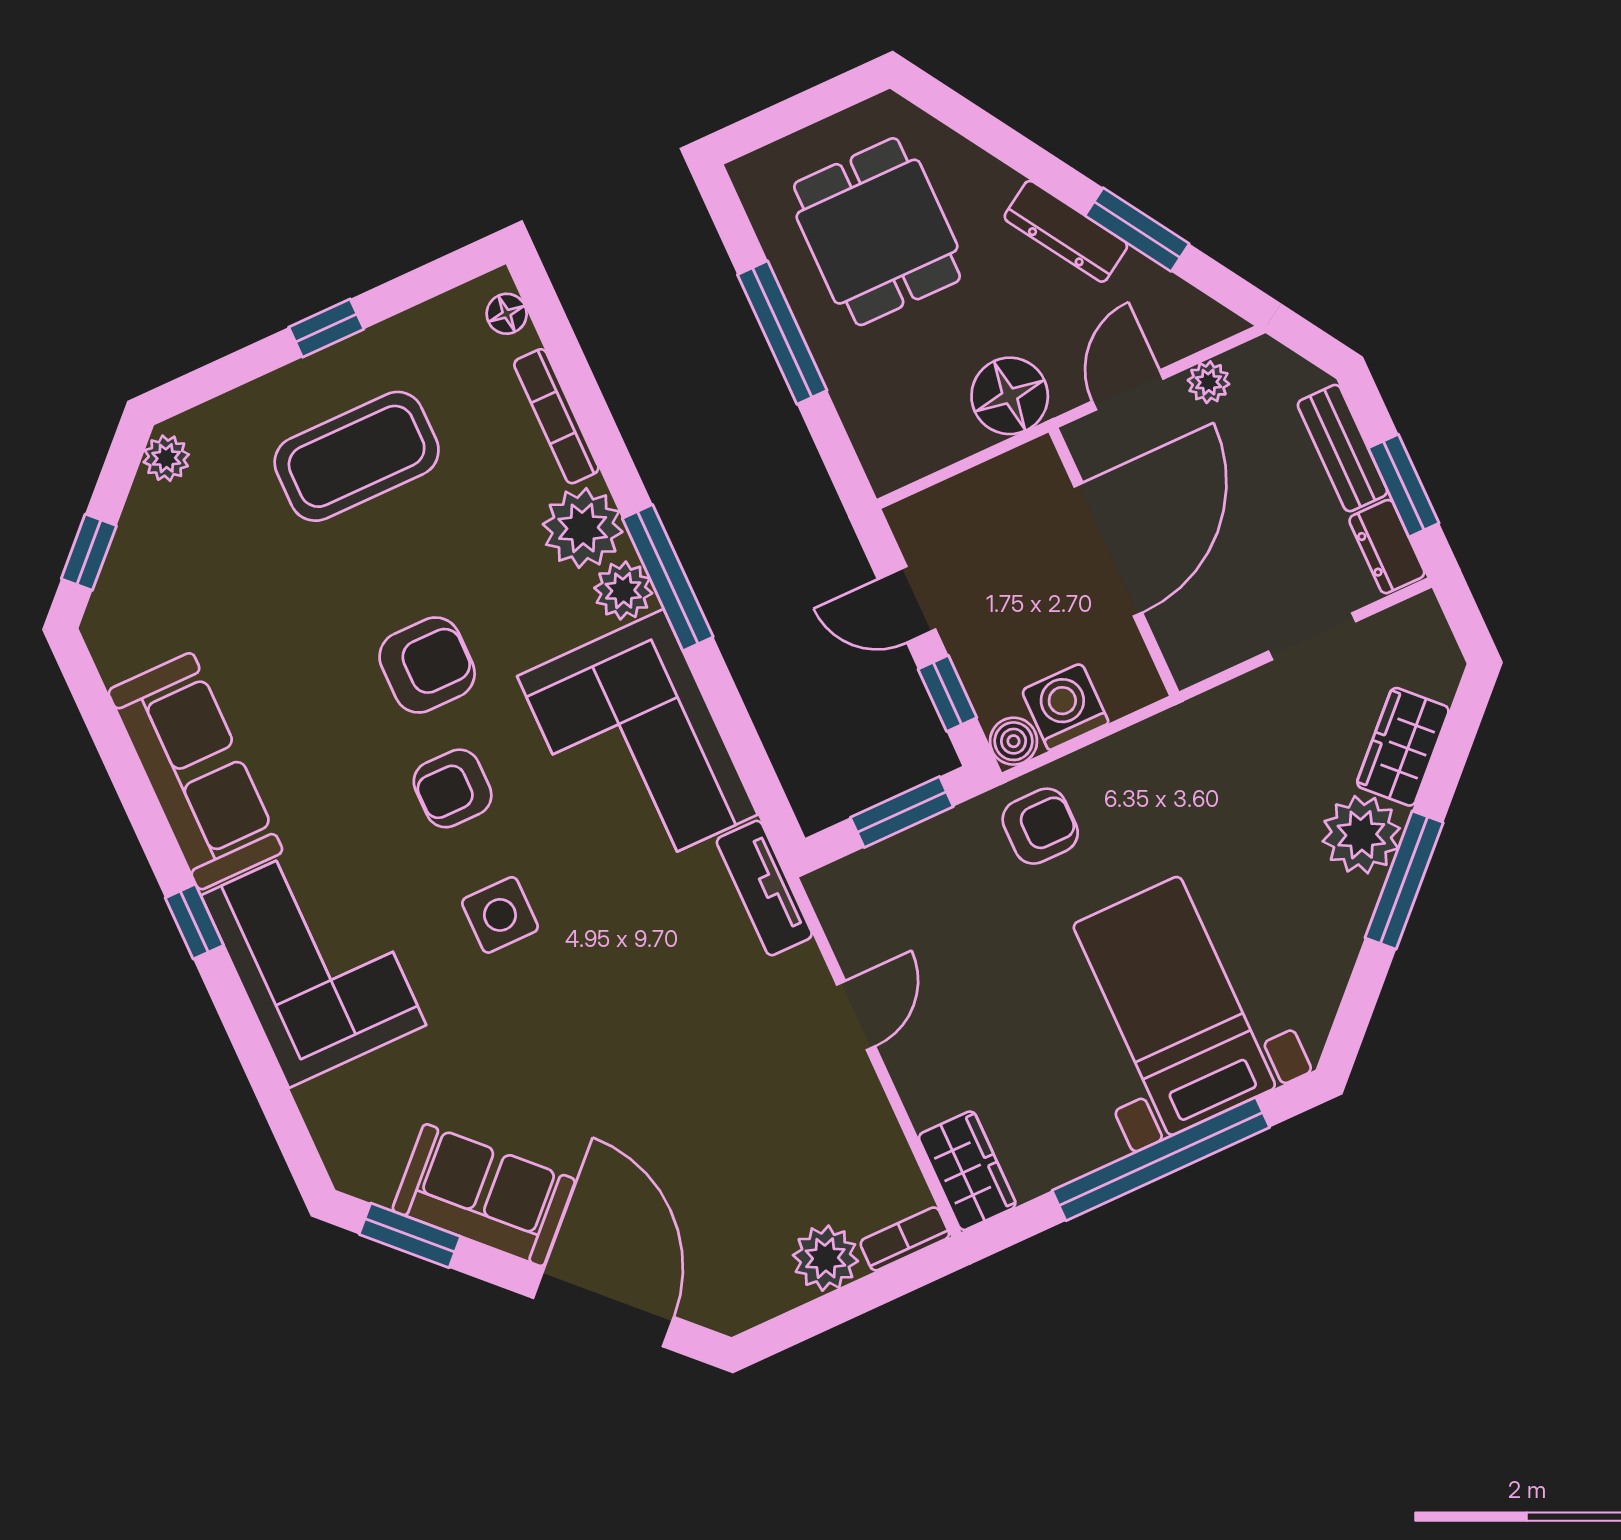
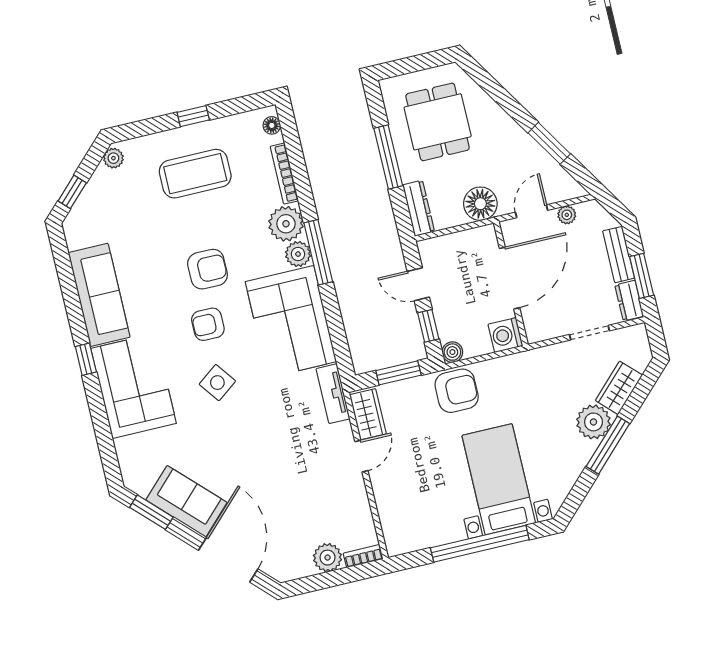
dresser: (1066, 231) -> (418, 208), moved, turned -148
washing machine: (1065, 707) -> (505, 335), moved, turned -90
armchair: (1040, 826) -> (457, 391), width x1.38, depth x1.38
side table: (500, 915) -> (217, 383), turned -37
wardrobe: (967, 1171) -> (368, 414), moved

